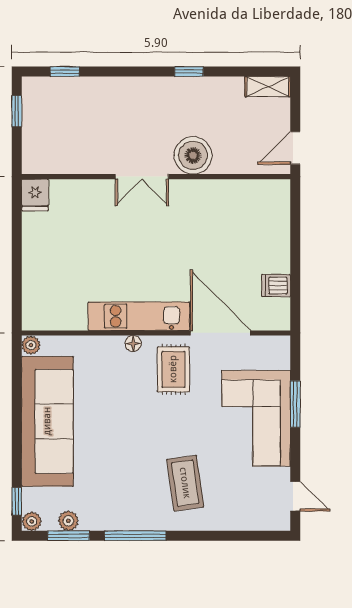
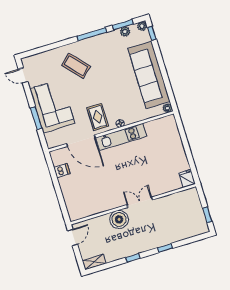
window: (65, 72) -> (165, 248), moved
coffee table: (185, 483) -> (76, 66), turned -34

